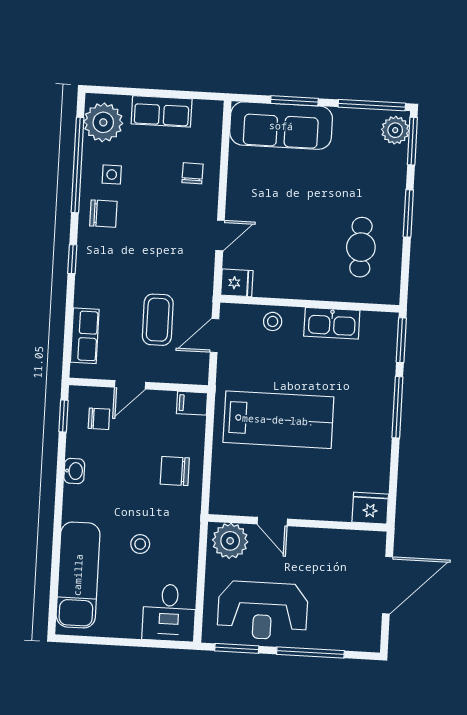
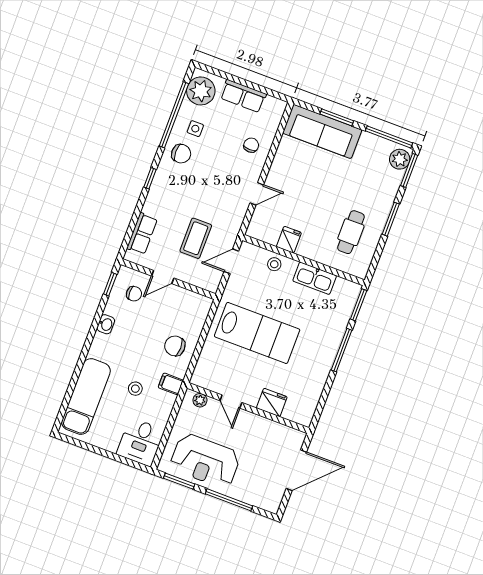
fridge: (237, 283) -> (289, 240), moved, turned -90
filing cabinet: (192, 403) -> (171, 384), moved
fridge: (370, 508) -> (272, 402), moved
plant: (230, 541) -> (200, 400), width x0.53, depth x0.53

